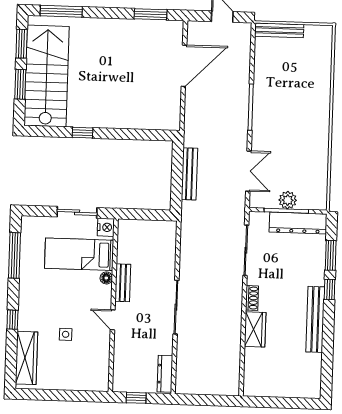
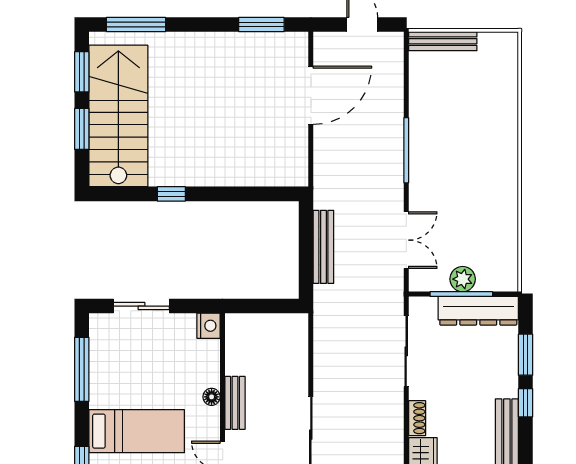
sliding door: (77, 212) -> (141, 306), moved
bed: (79, 254) -> (137, 431), moved, turned 180

